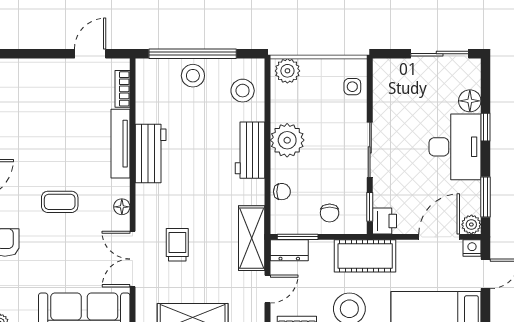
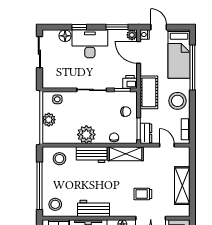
plant: (287, 71) -> (49, 120), moved
stool: (193, 76) -> (55, 204), moved
shelving: (252, 238) -> (126, 154), moved

